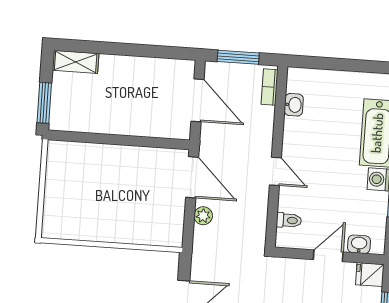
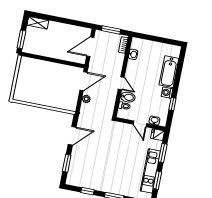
door: (198, 100) -> (90, 47), swing flipped
door: (192, 177) -> (83, 81), hinge flipped
bidet: (294, 200) -> (128, 97), added
door: (328, 256) -> (140, 124), swing flipped

